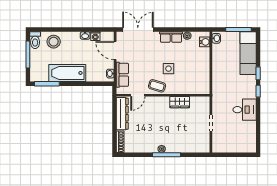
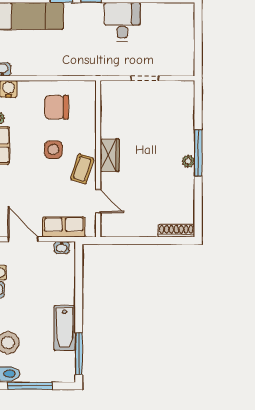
door: (115, 51) -> (23, 239), swing flipped
chair: (194, 70) -> (57, 107), added
bathtub: (67, 73) -> (65, 328), width x0.73, depth x0.73
wardrobe: (180, 102) -> (110, 155), moved
dresser: (122, 114) -> (129, 227), removed

